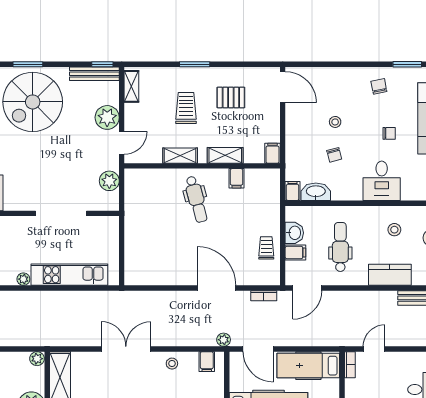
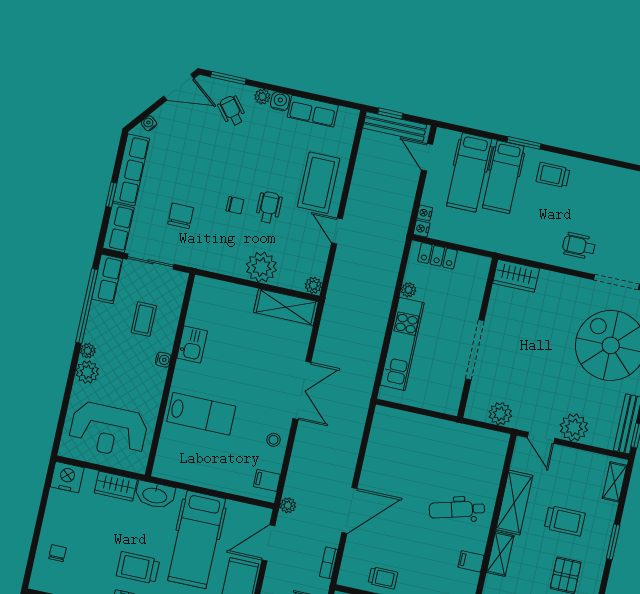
shelving: (131, 86) -> (614, 482), moved, turned 90
shelving: (180, 156) -> (514, 503), width x1.50, depth x1.33

